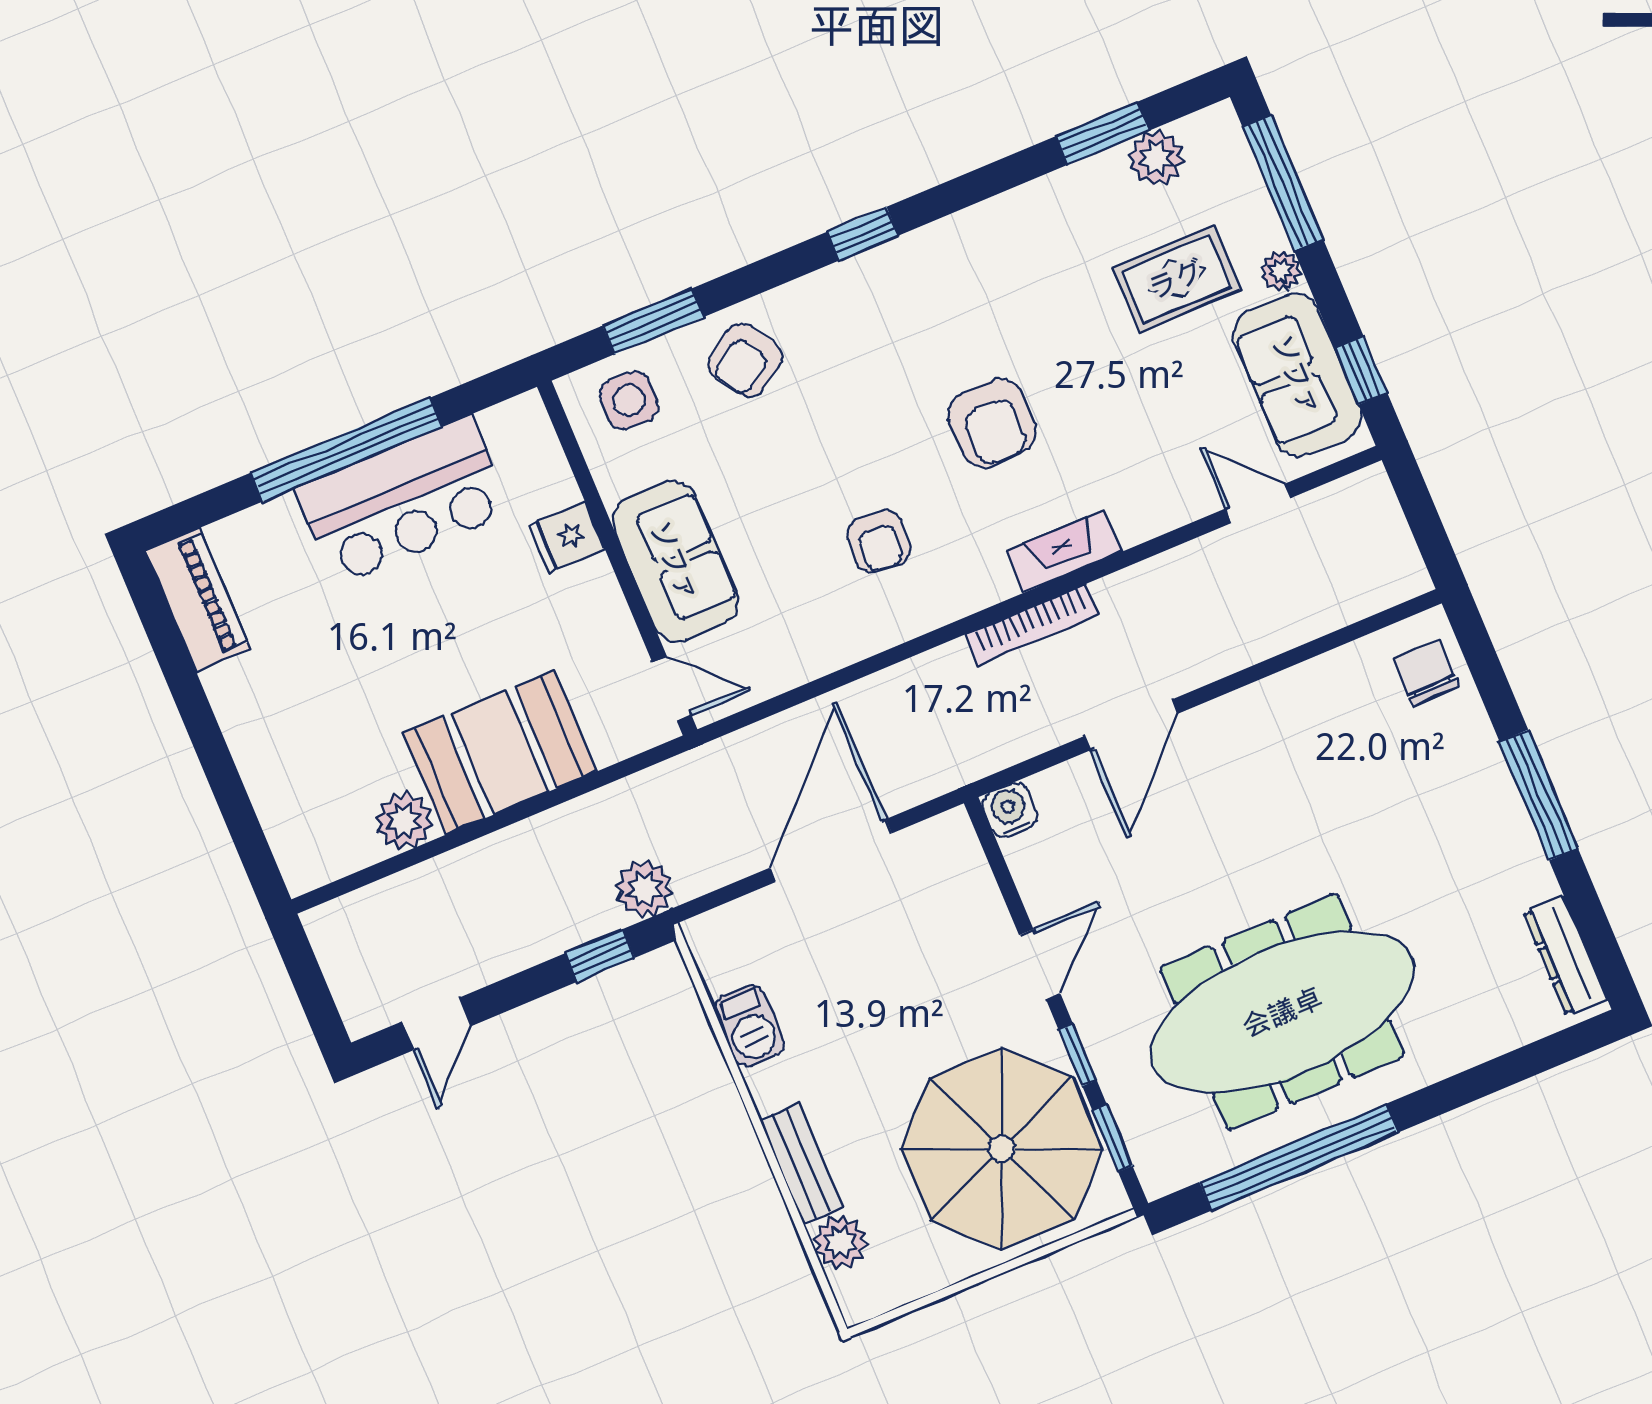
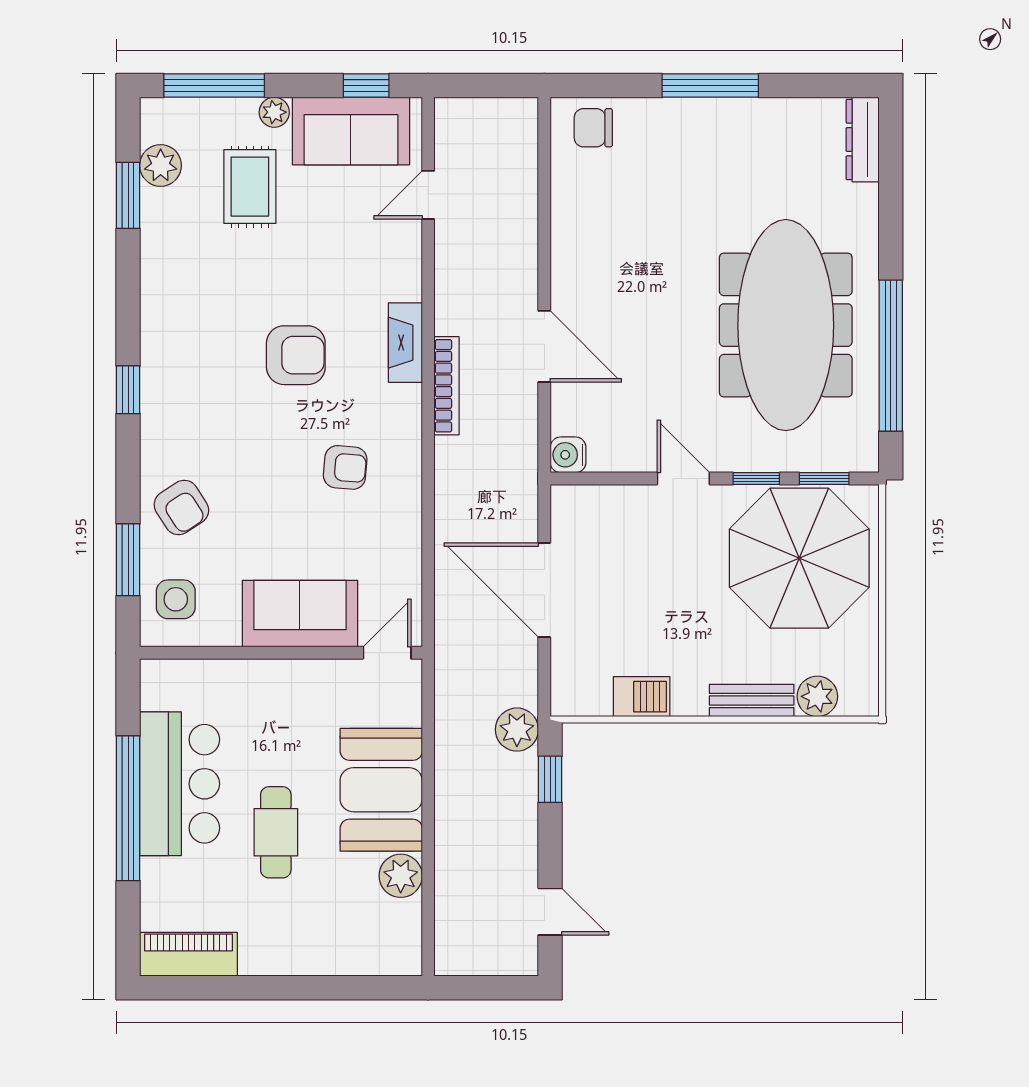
fridge: (567, 537) -> (252, 682), removed
cafe table: (393, 644) -> (276, 832), added
dresser: (1565, 956) -> (863, 139), moved, turned 90

